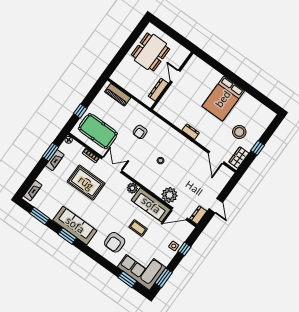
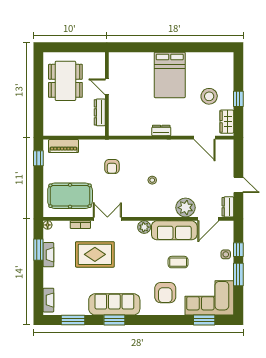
window: (80, 111) -> (38, 158), moved
window: (164, 278) -> (238, 275), moved

